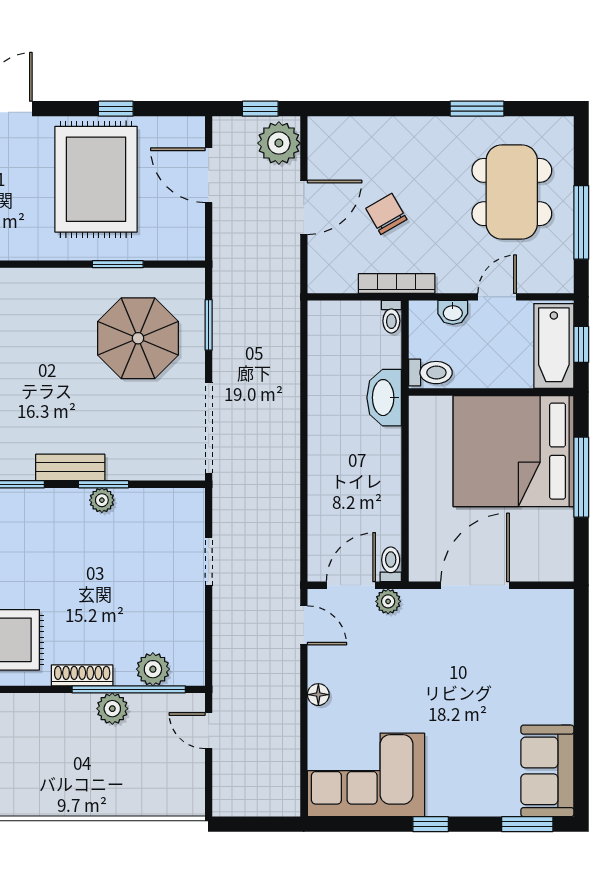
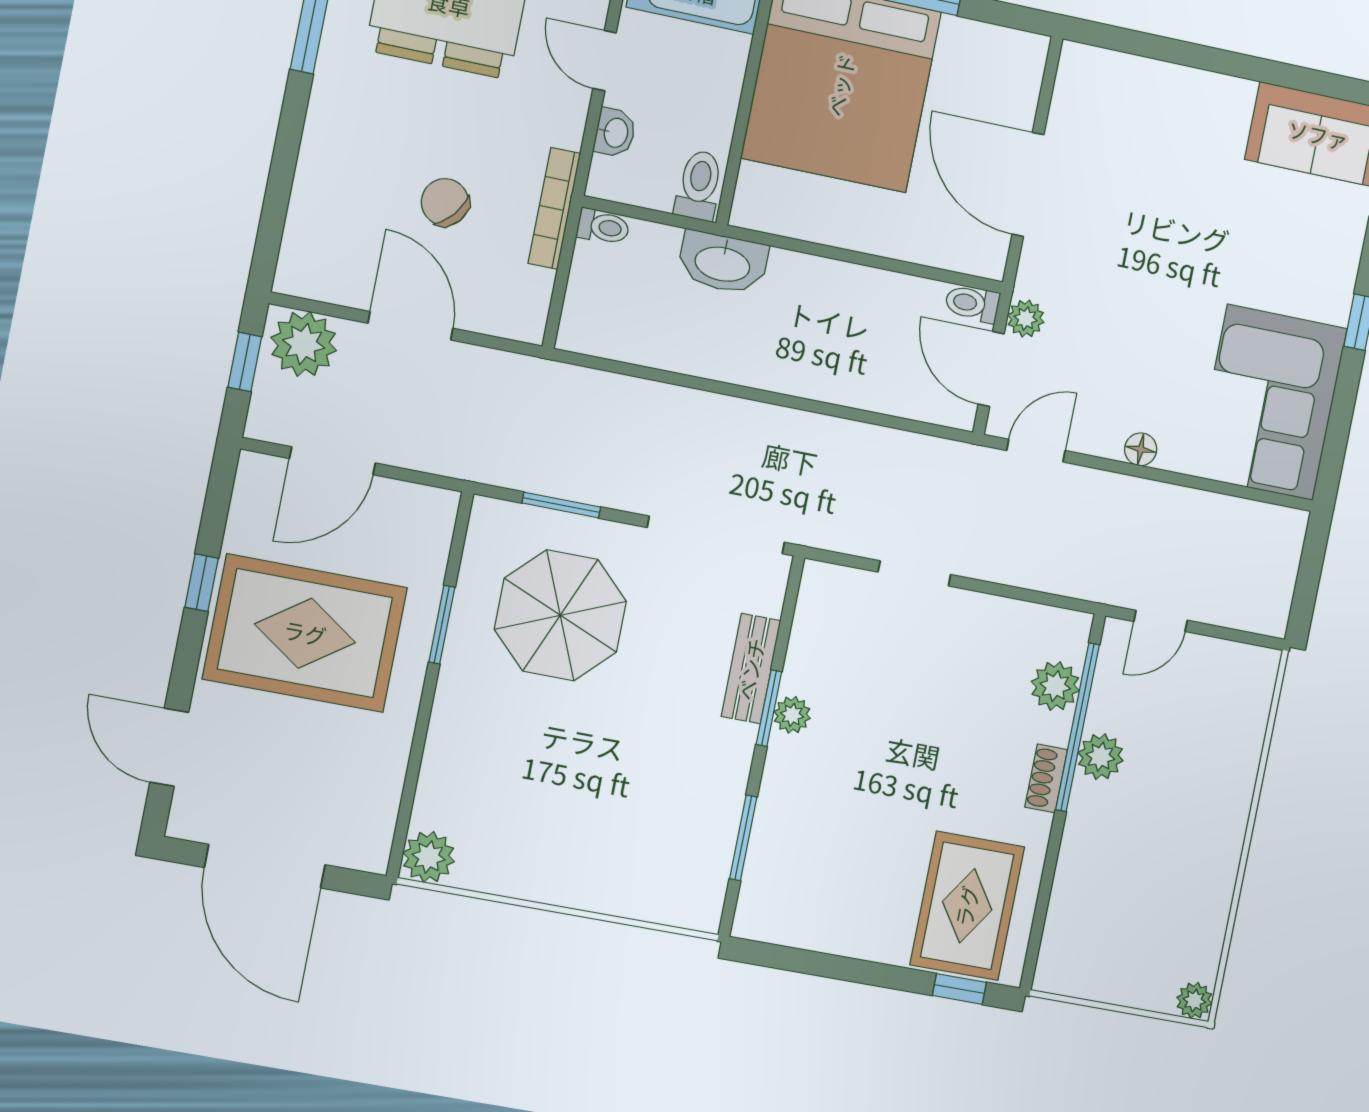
chair: (386, 214) -> (445, 202), turned 69
bench: (70, 467) -> (751, 669), moved
shoe rack: (82, 675) -> (1046, 778), width x0.70

